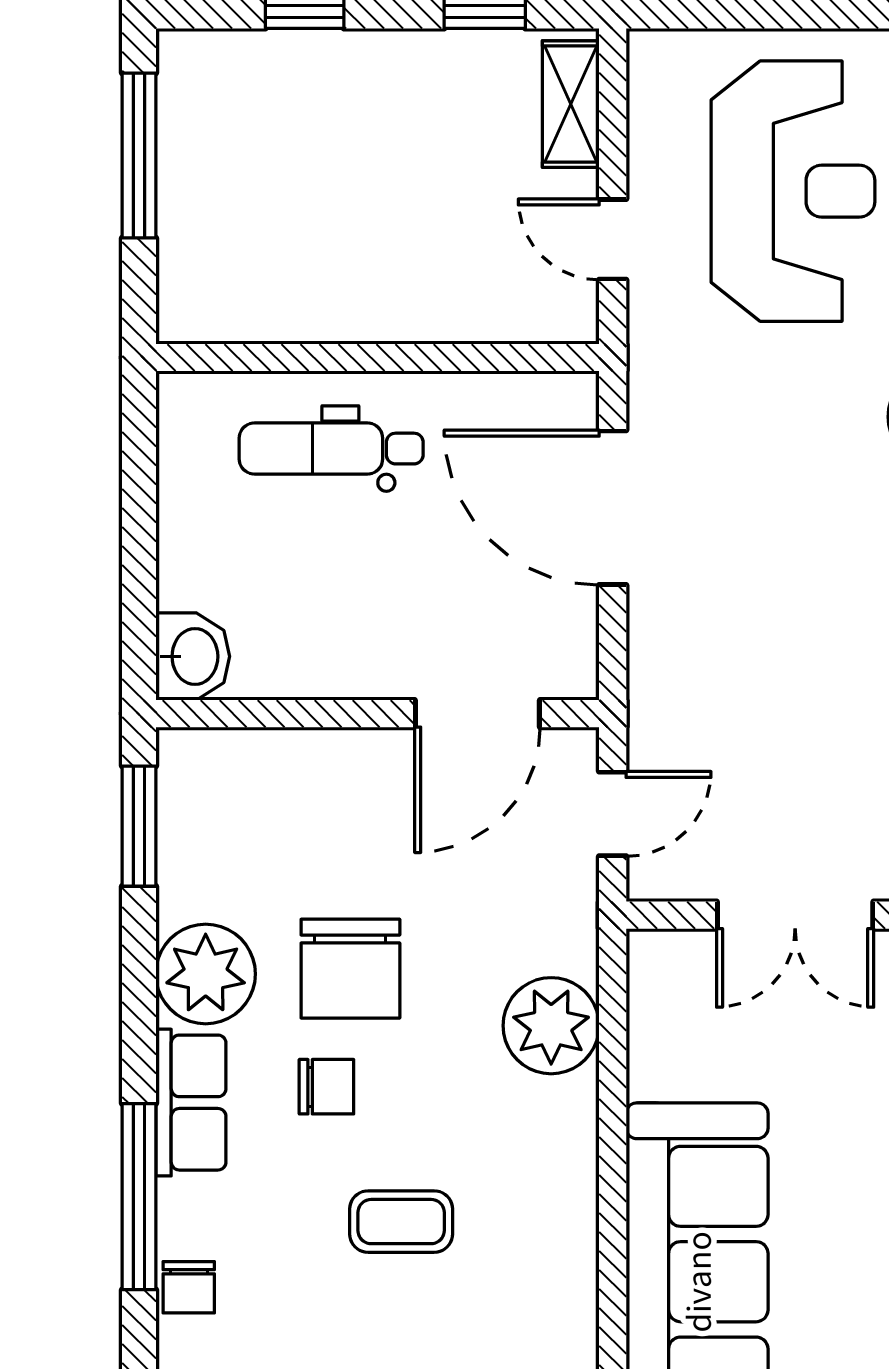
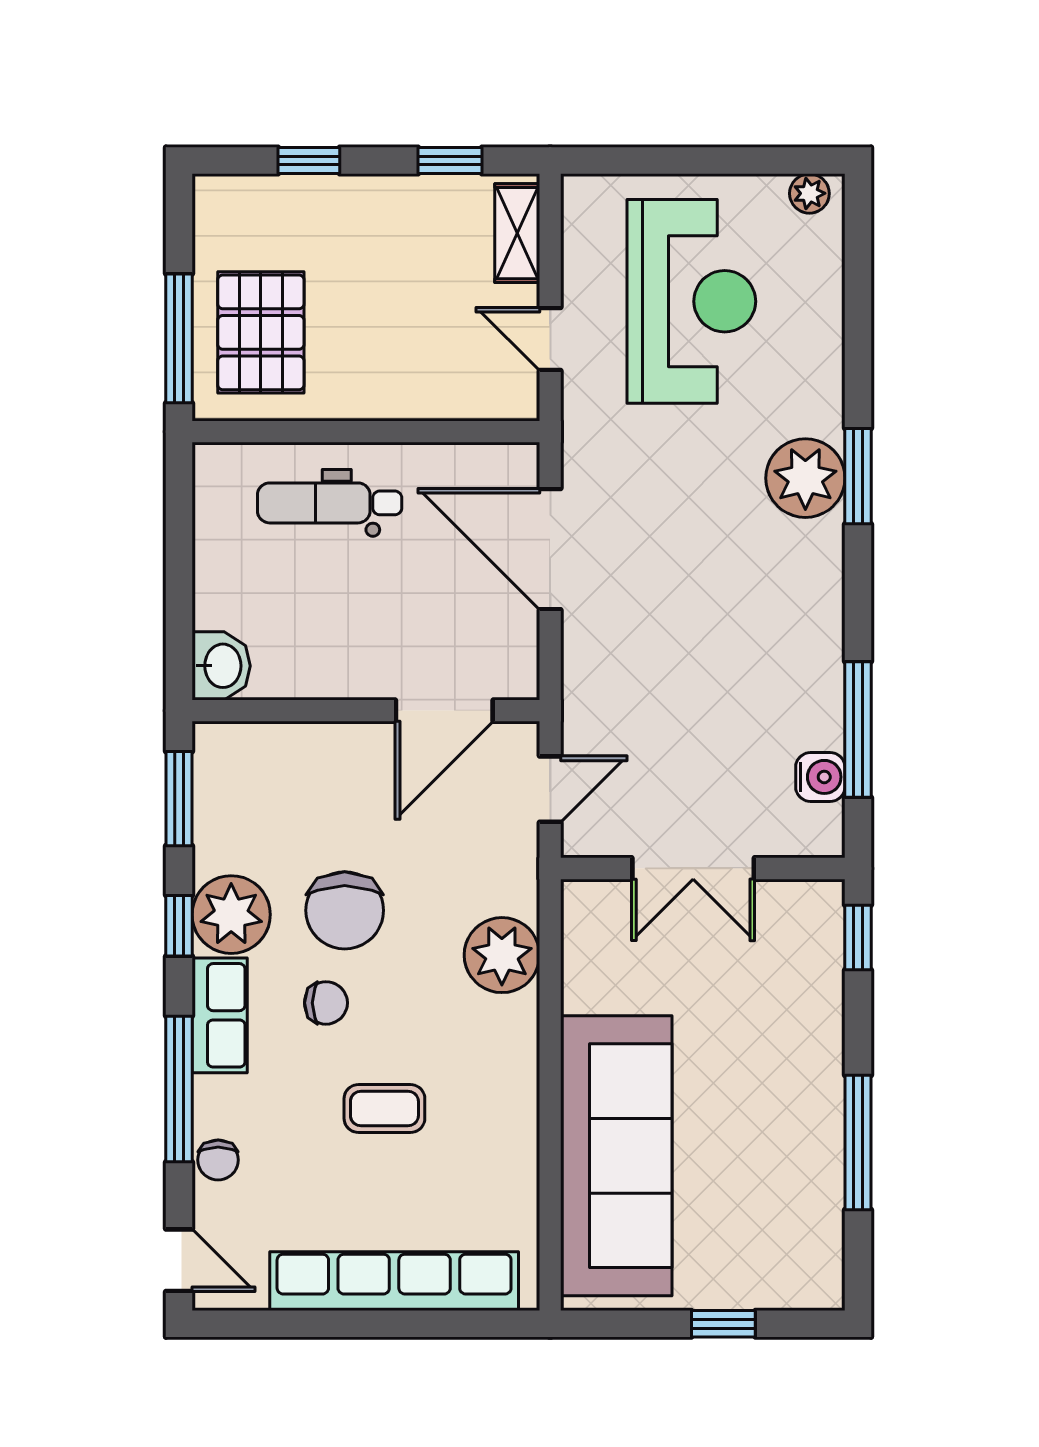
window: (139, 156) -> (179, 338), moved
pallet: (243, 231) -> (261, 332), added
window: (139, 988) -> (179, 926), added

